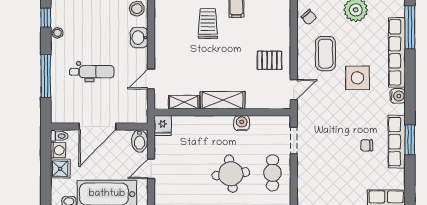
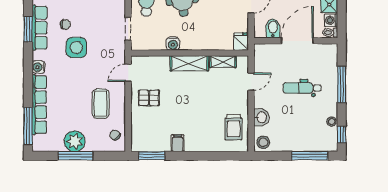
trolley: (208, 23) -> (233, 127), moved
side table: (357, 78) -> (76, 47), moved
bidet: (140, 141) -> (273, 28), moved

